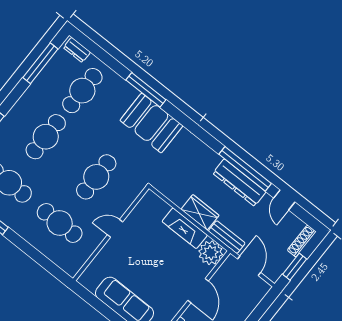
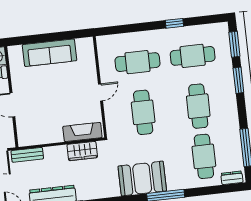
wardrobe: (200, 212) -> (82, 151), moved
fireplace: (185, 228) -> (82, 132), moved
plant: (211, 253) -> (28, 135), removed

